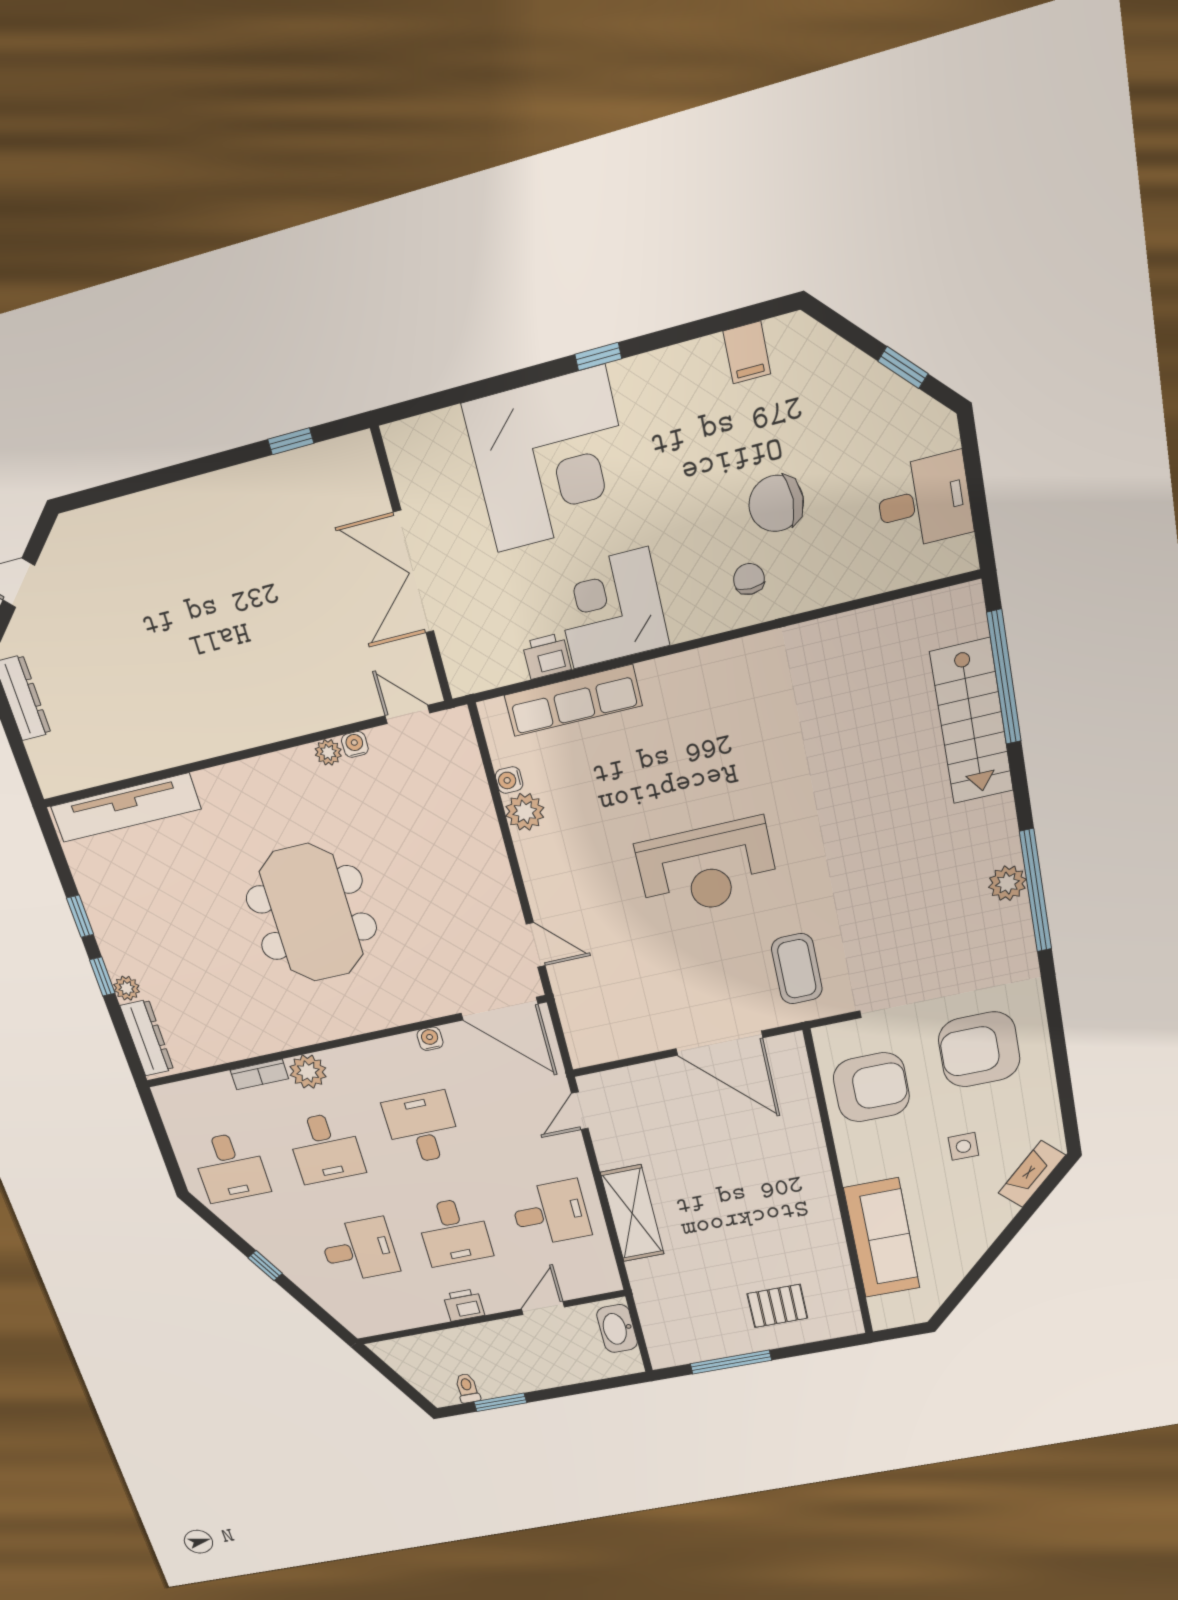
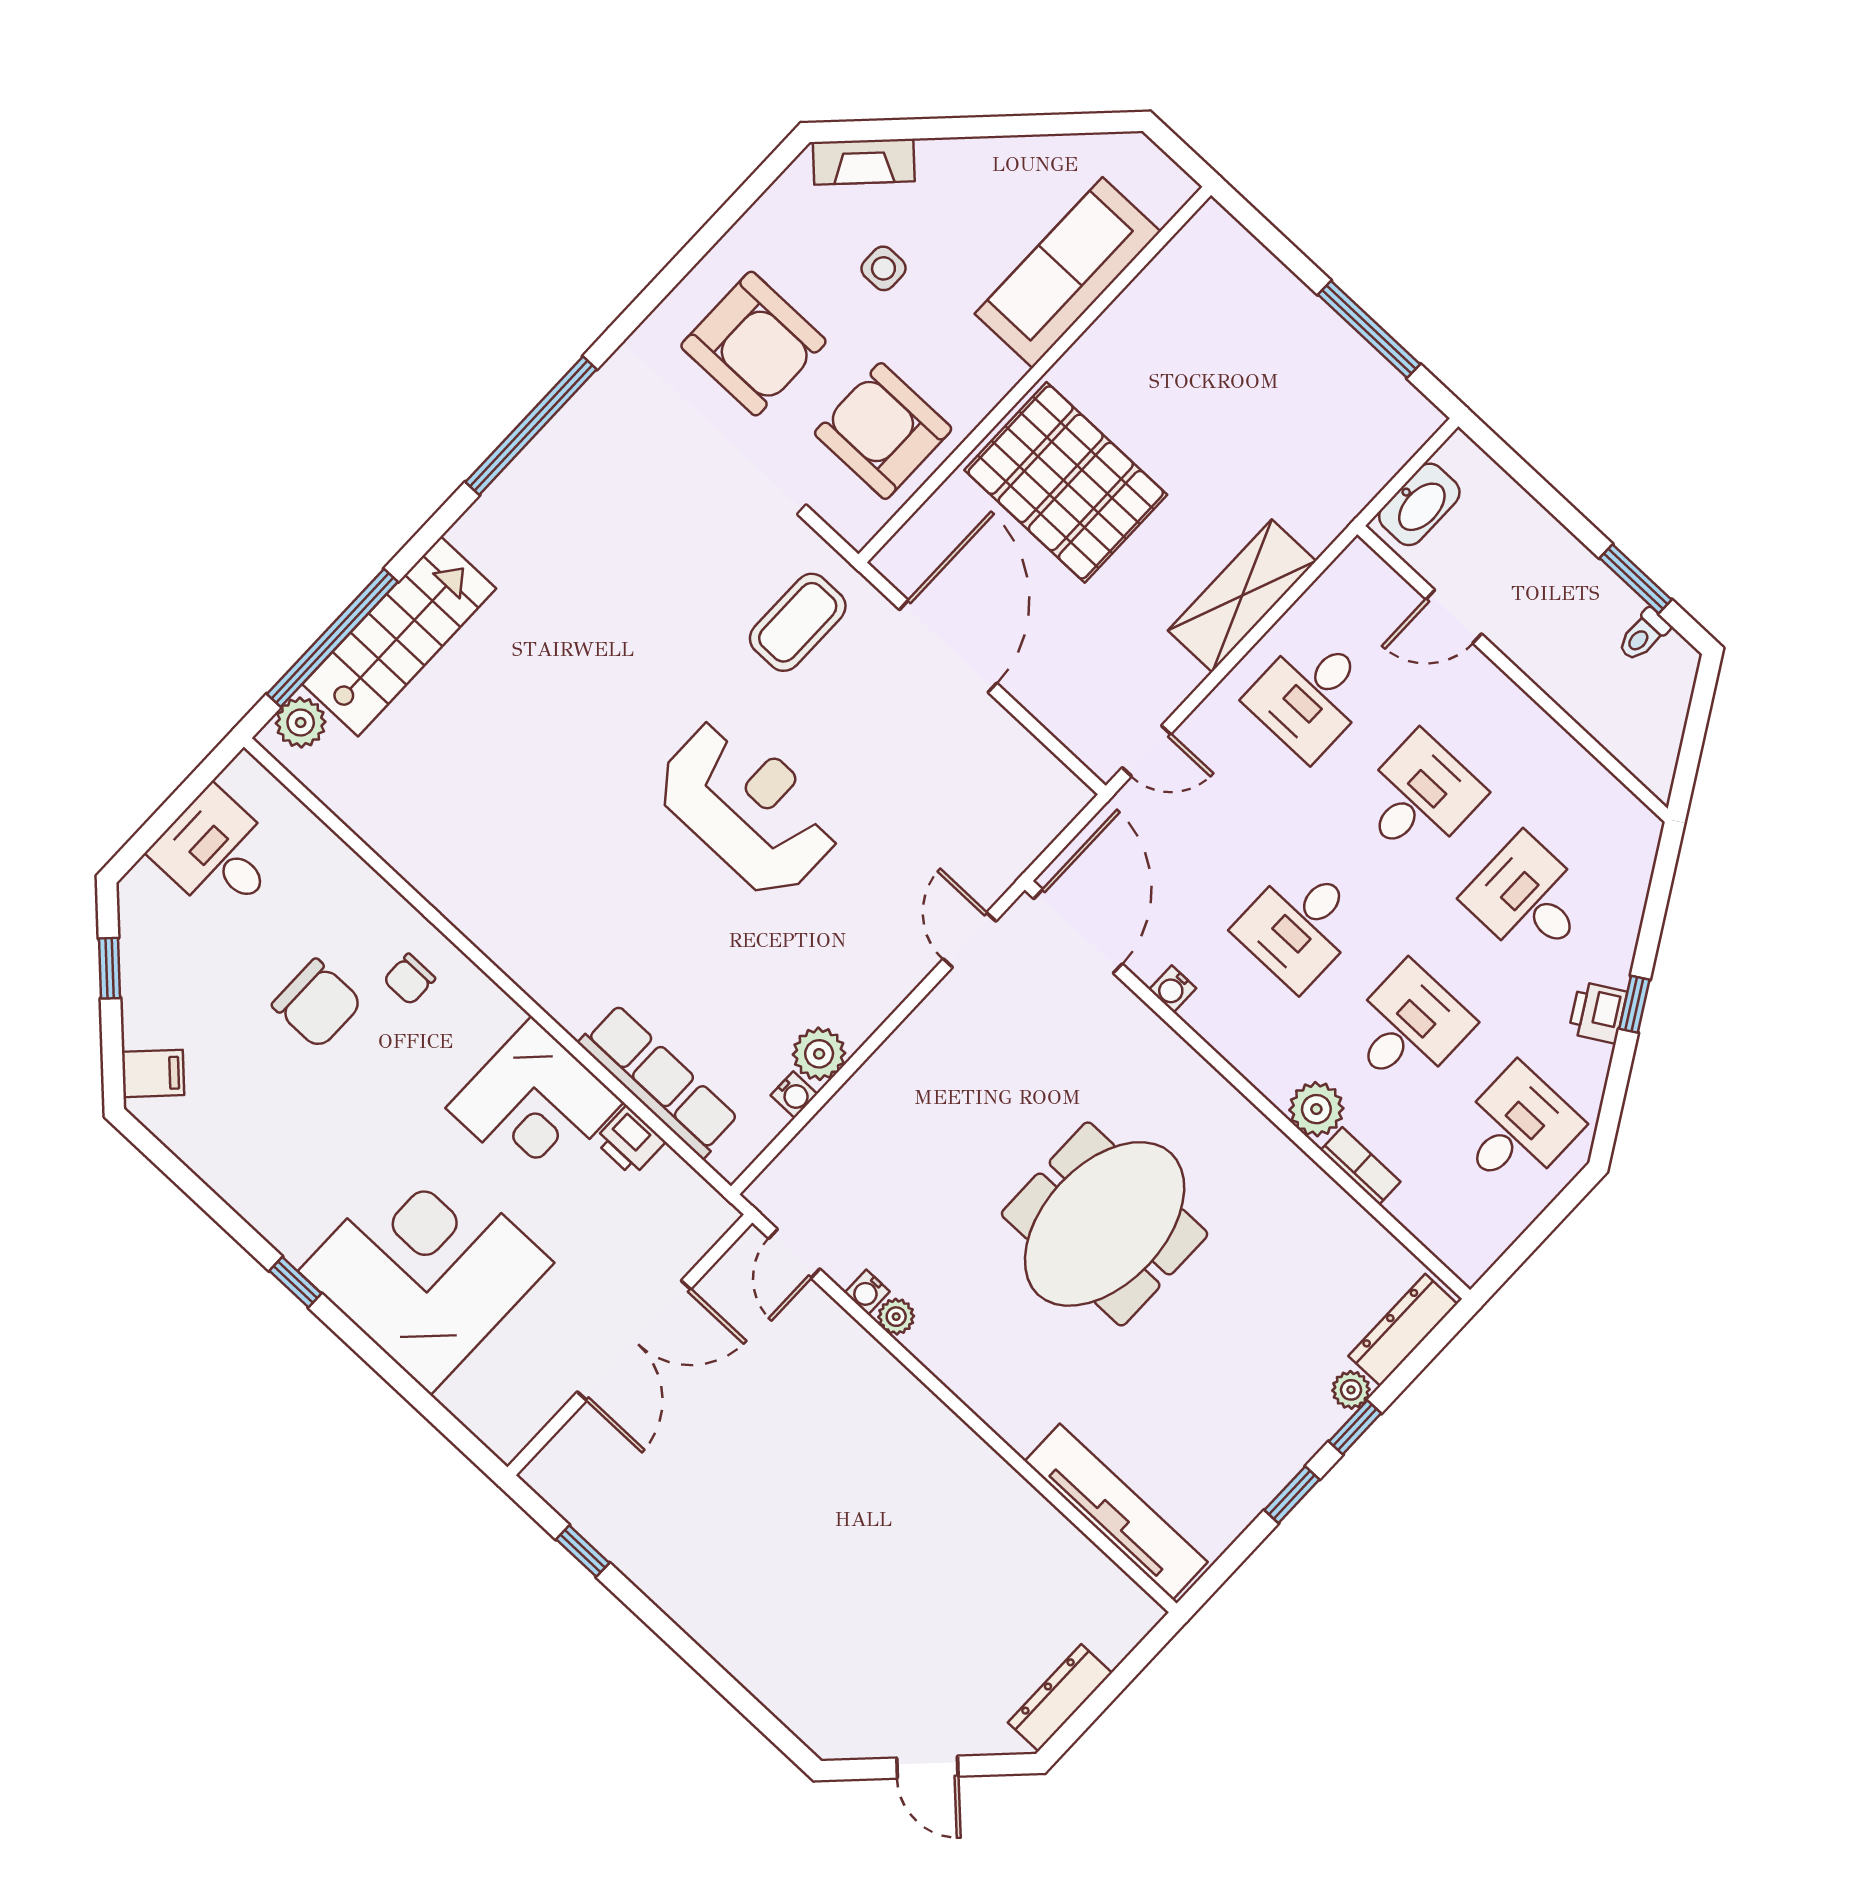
filing cabinet: (747, 352) -> (153, 1073), moved, turned 45
plant: (1007, 883) -> (301, 723), moved
desk: (551, 1213) -> (1310, 695), turned -90
printer: (464, 1305) -> (1598, 1013), moved, turned 59
pallet: (777, 1306) -> (1066, 482), moved, width x2.05, depth x2.00

